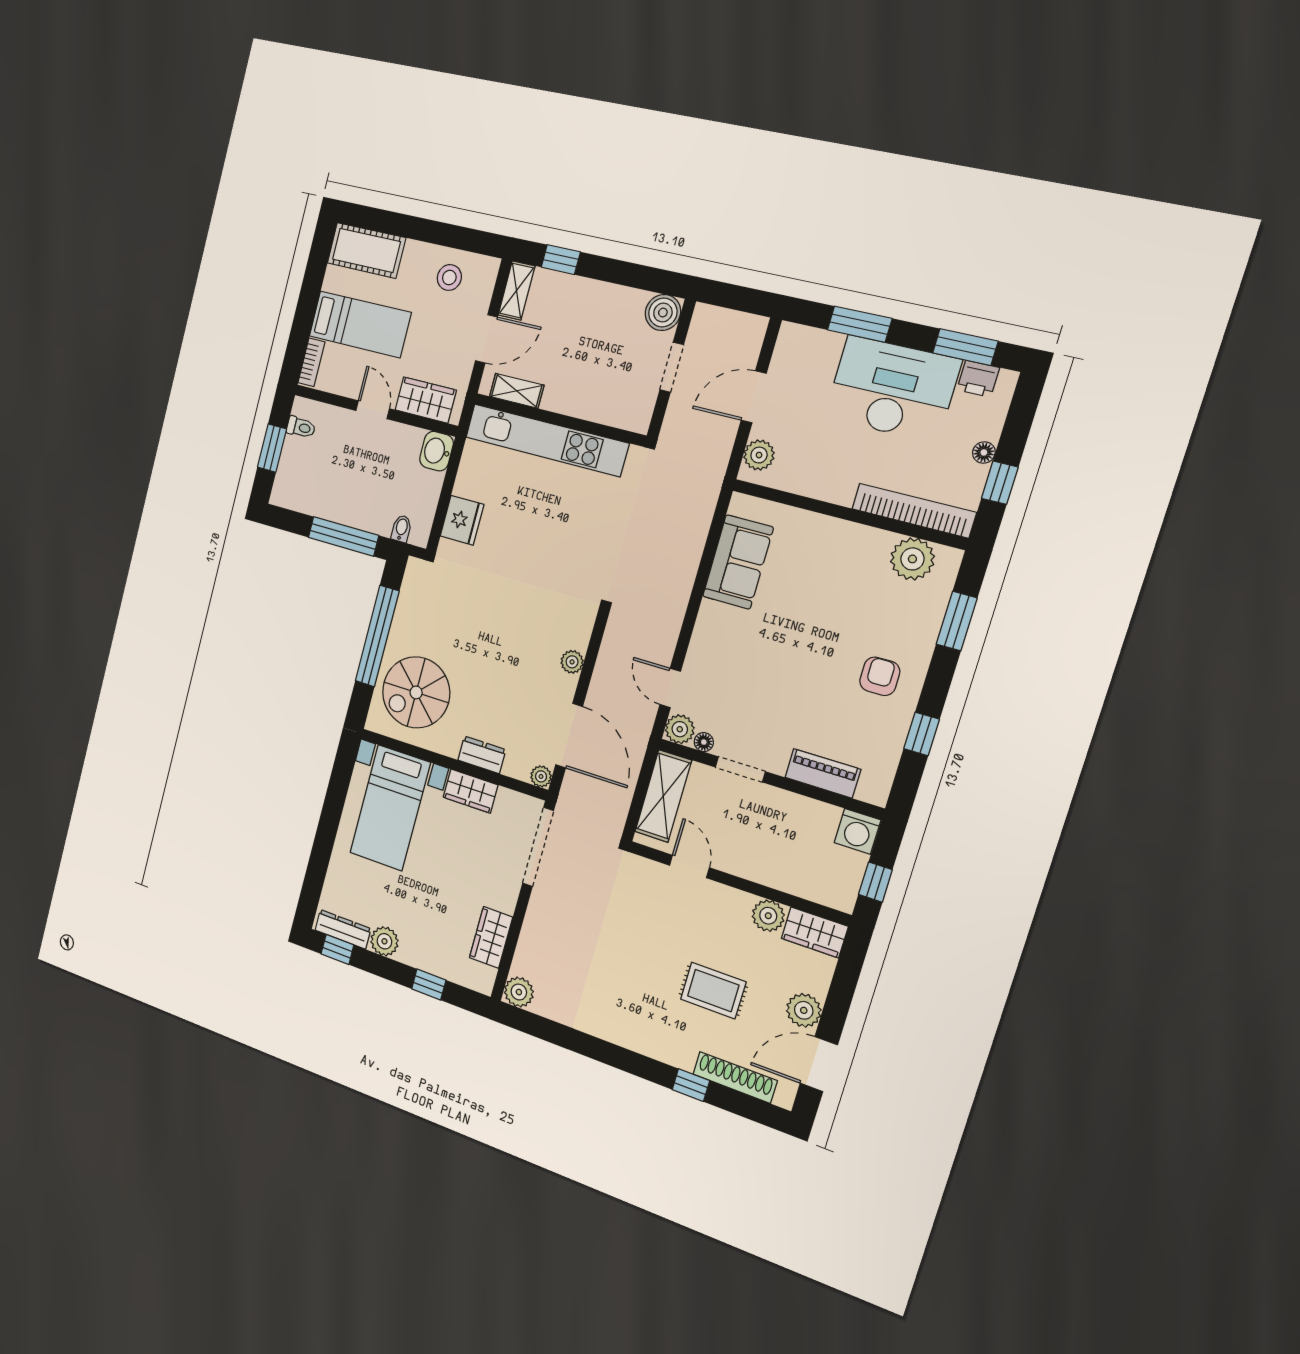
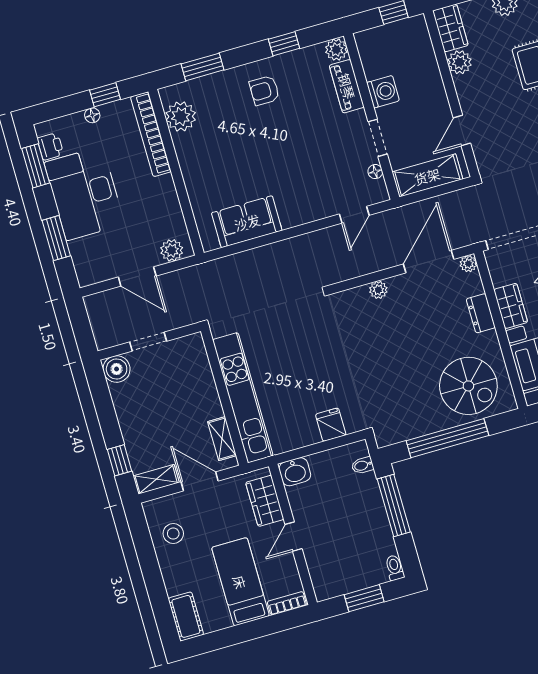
cot: (366, 250) -> (186, 616), width x0.73, depth x0.75
toilet: (301, 427) -> (395, 568), moved
fridge: (462, 520) -> (331, 425), width x0.72
plant: (680, 729) -> (336, 50), moved
washing machine: (858, 831) -> (383, 92), moved

